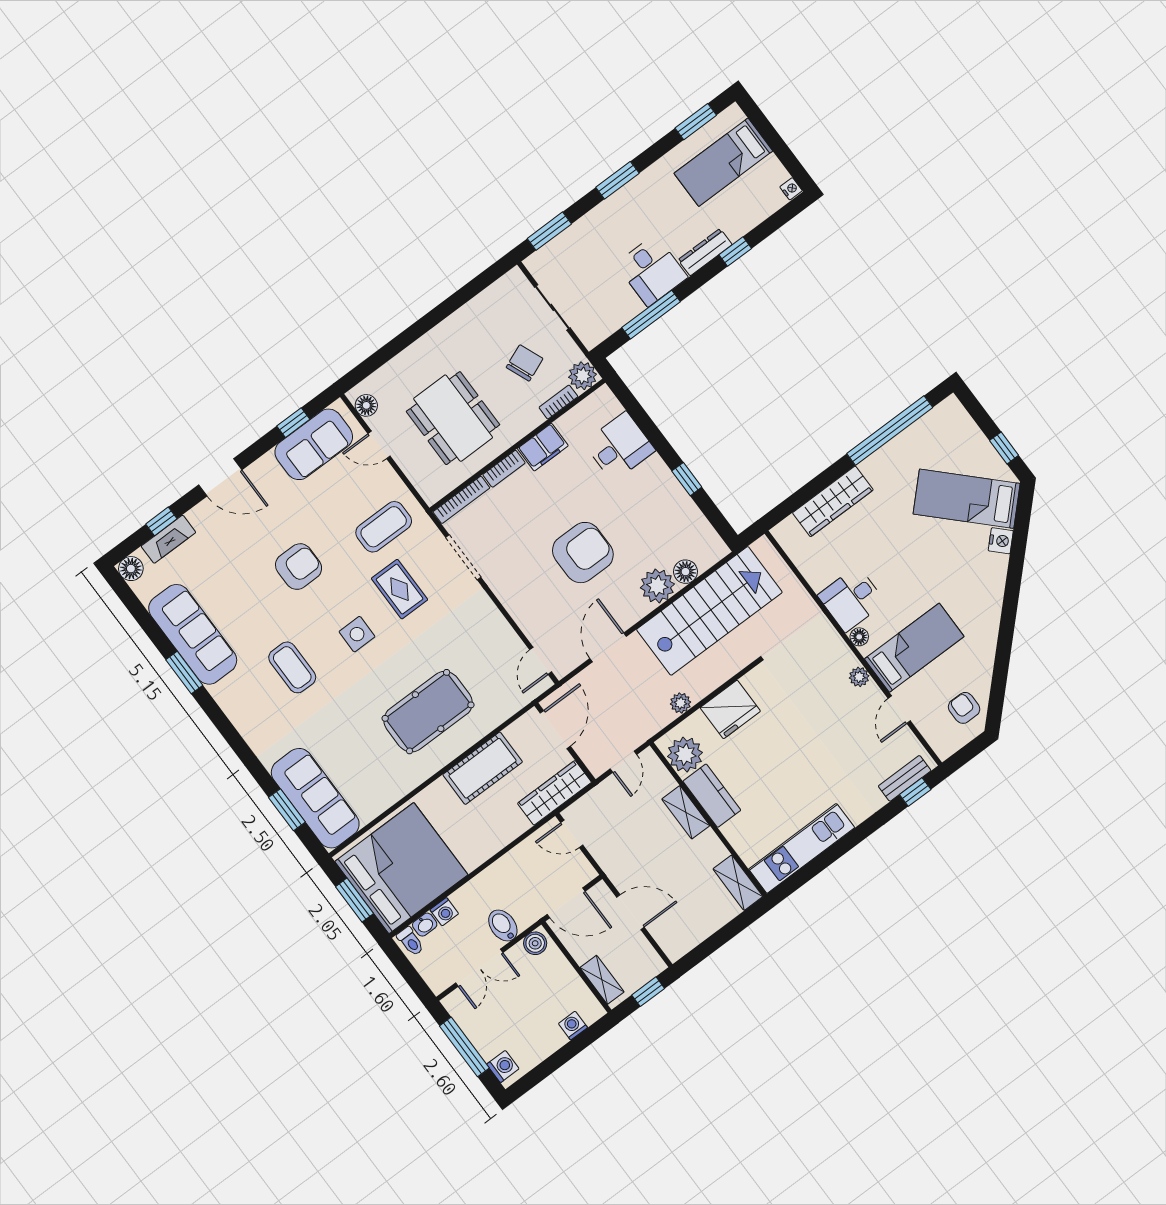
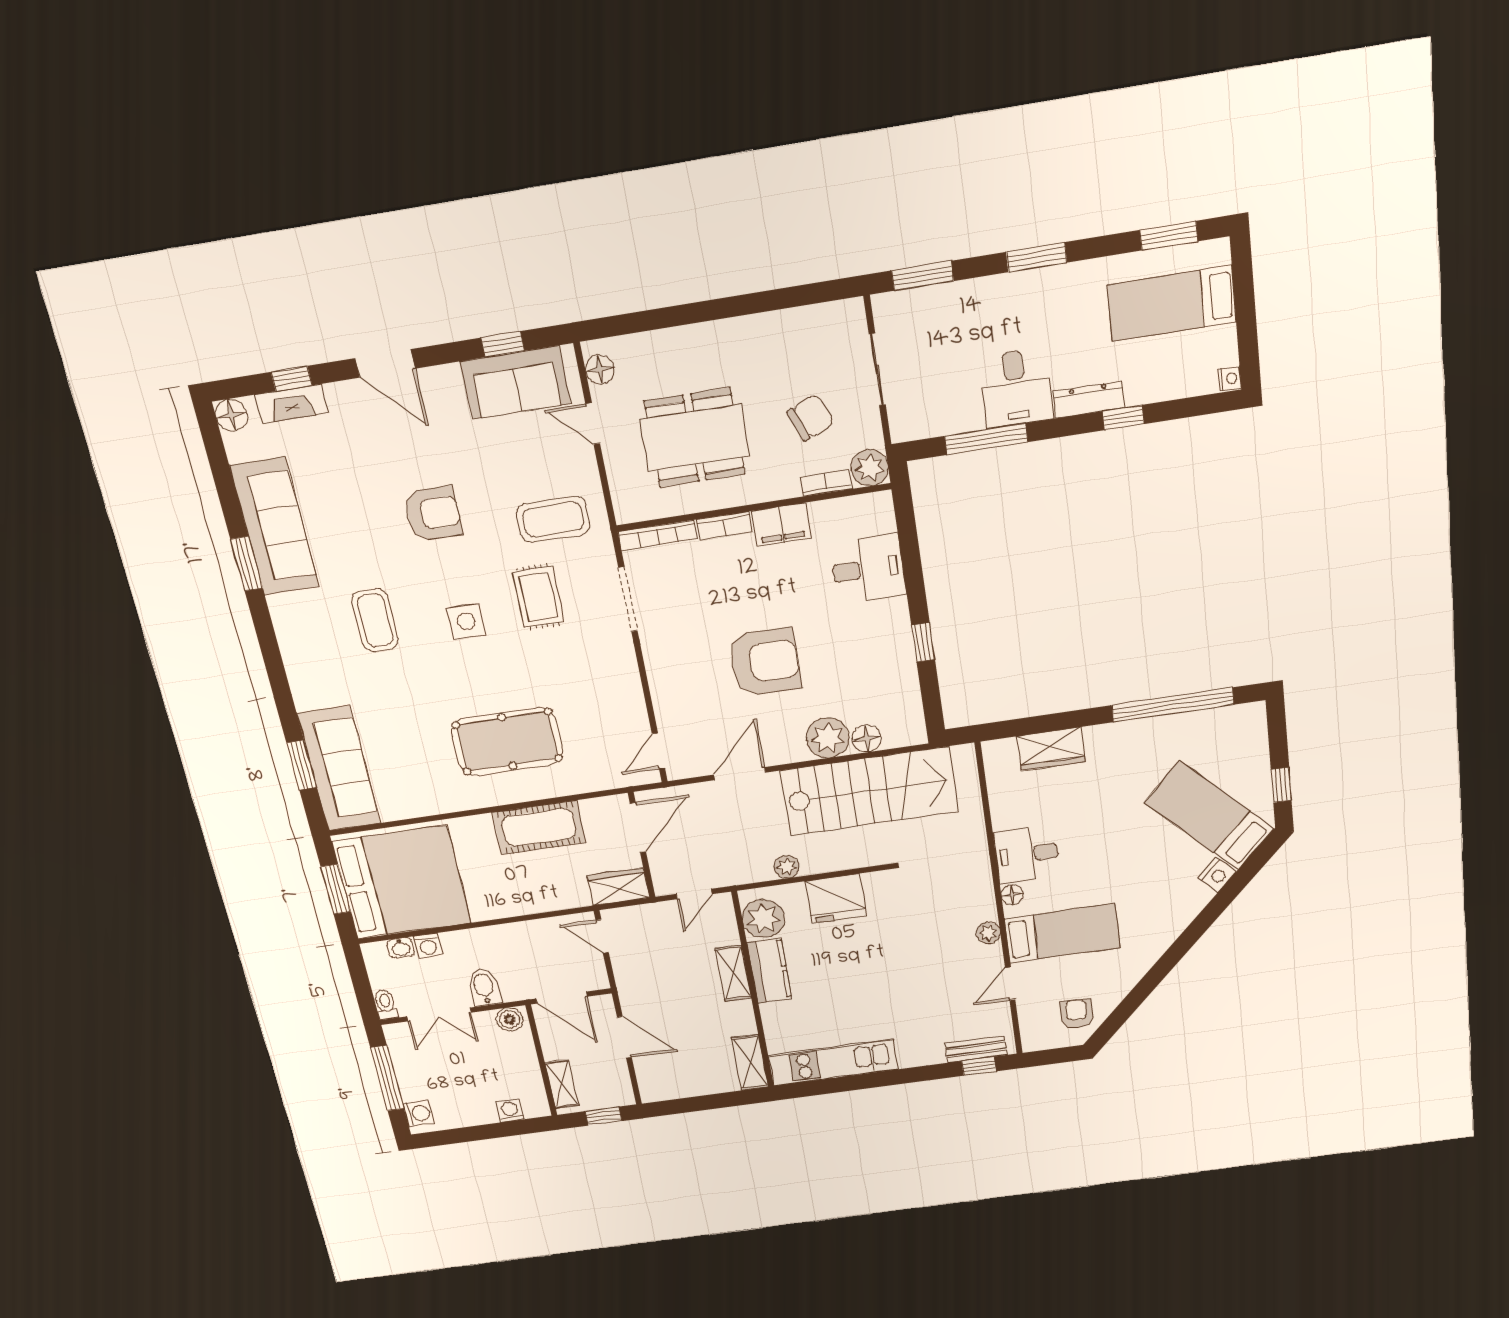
dining table: (453, 418) -> (695, 438), turned 90
wardrobe: (833, 501) -> (1051, 749), width x0.67
wardrobe: (554, 793) -> (618, 887), width x0.67
toilet: (410, 941) -> (386, 1005), moved, turned 180

